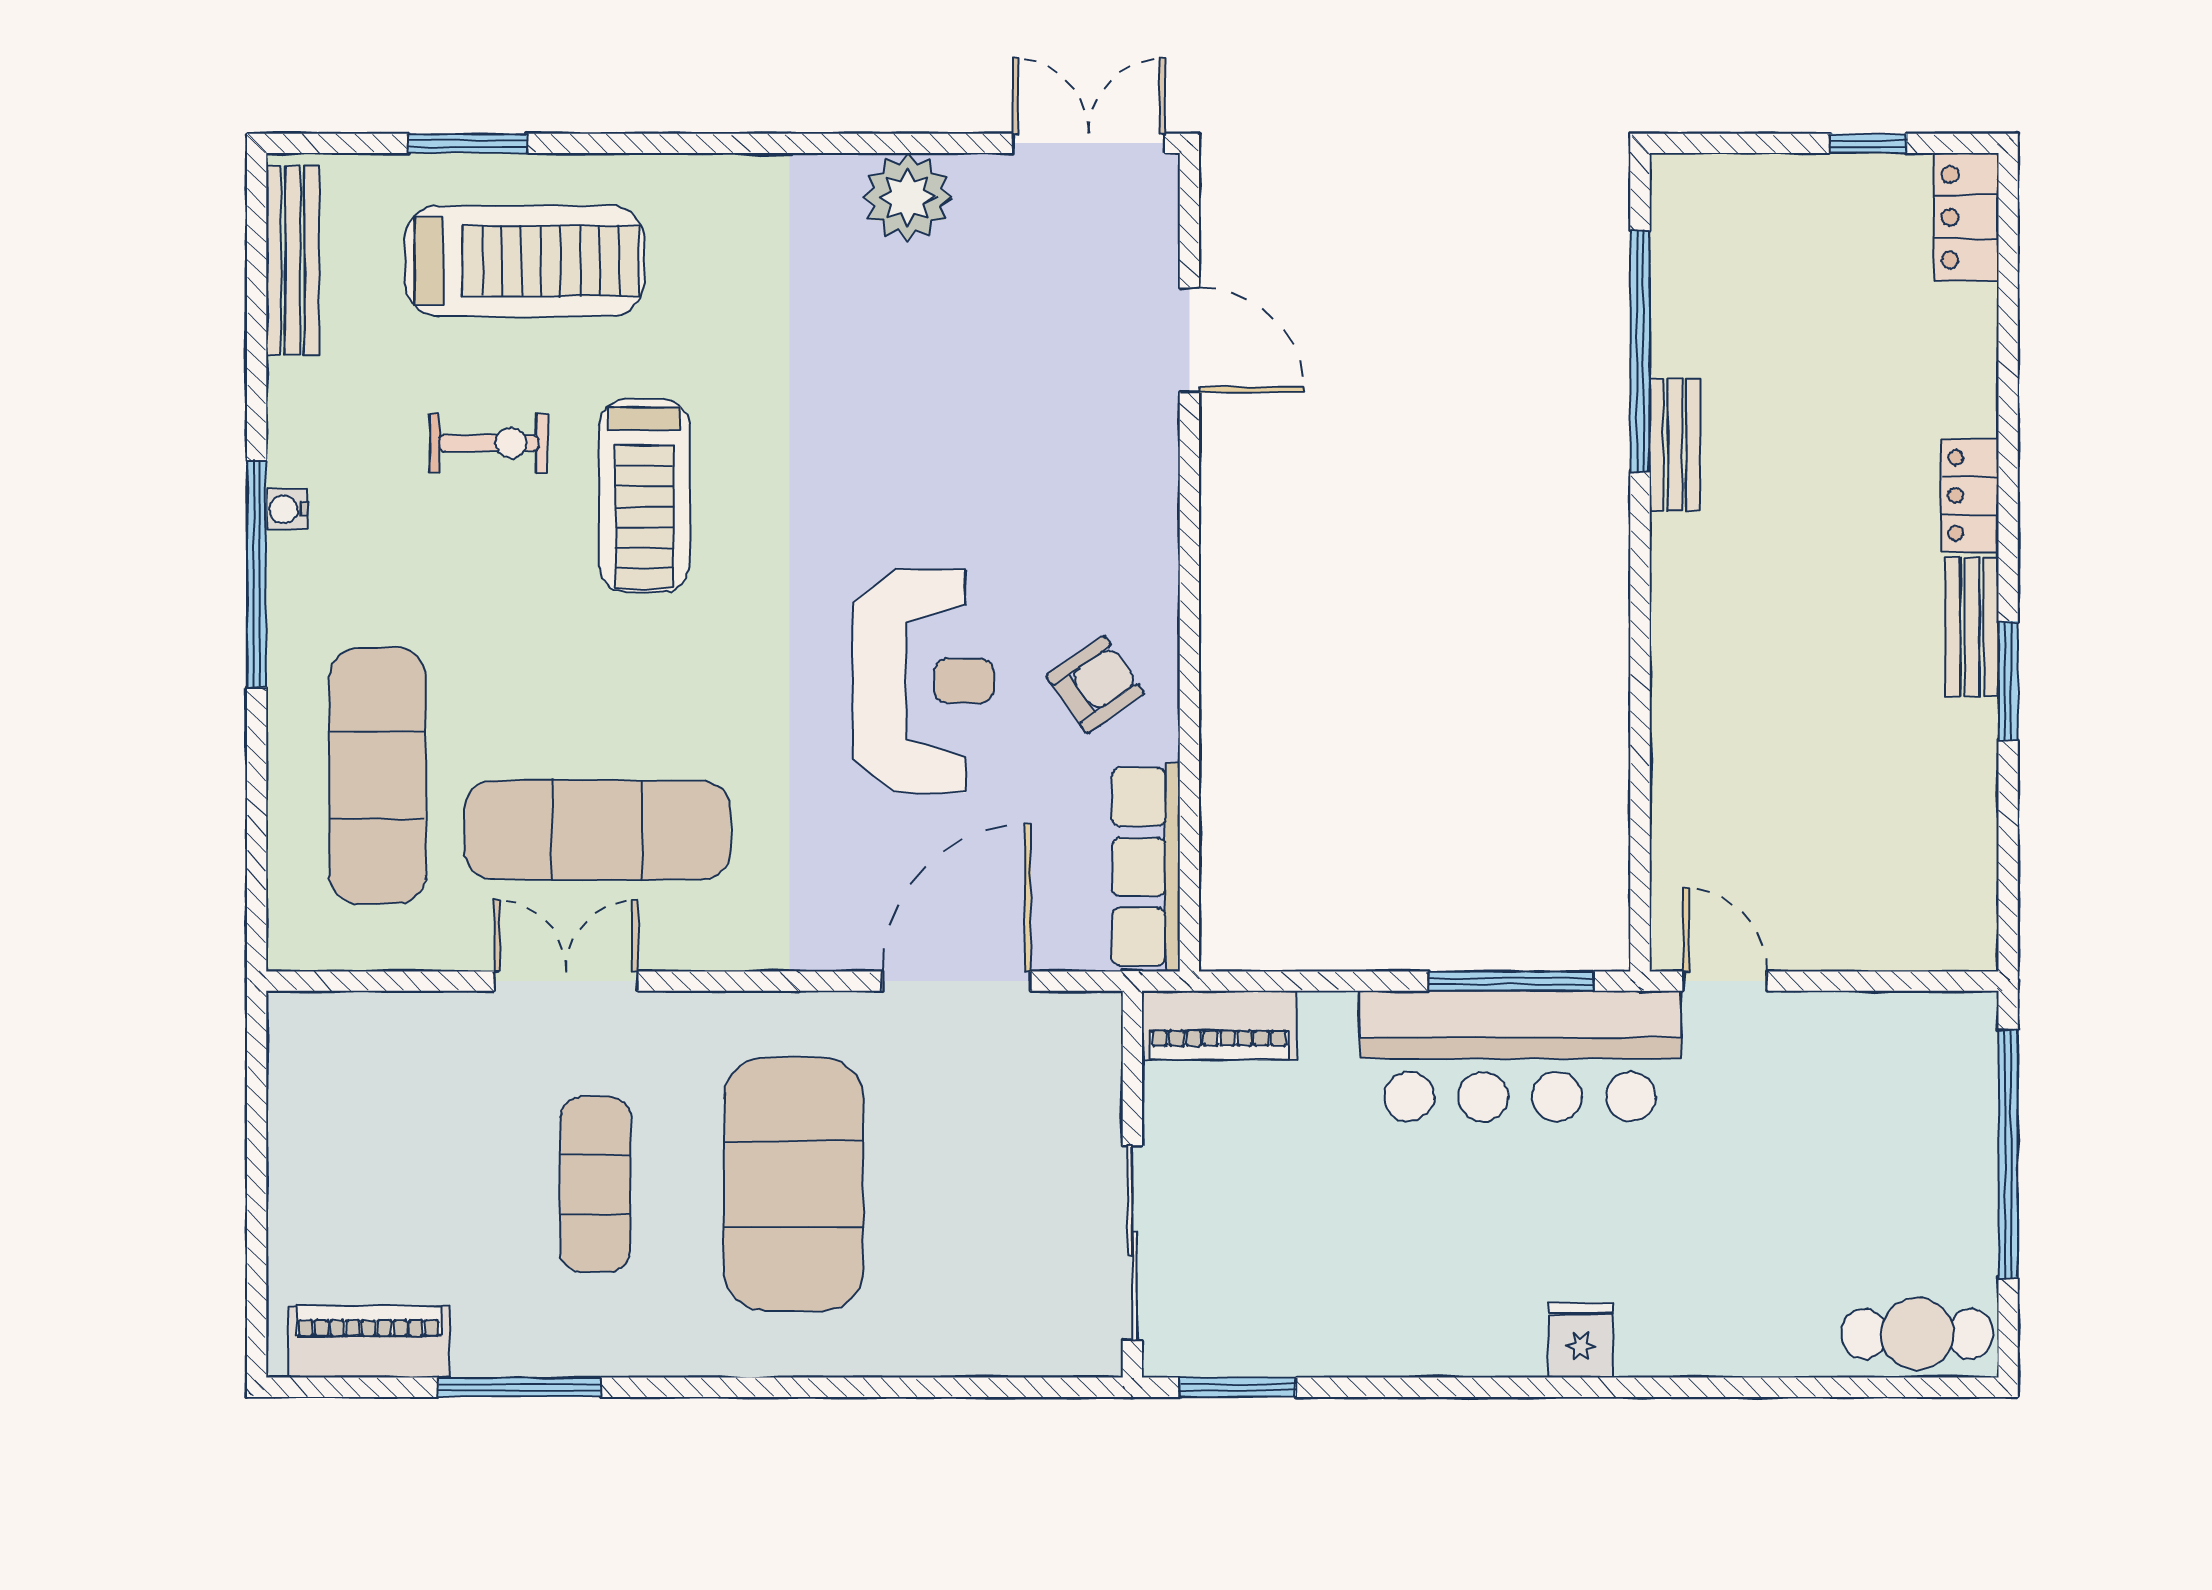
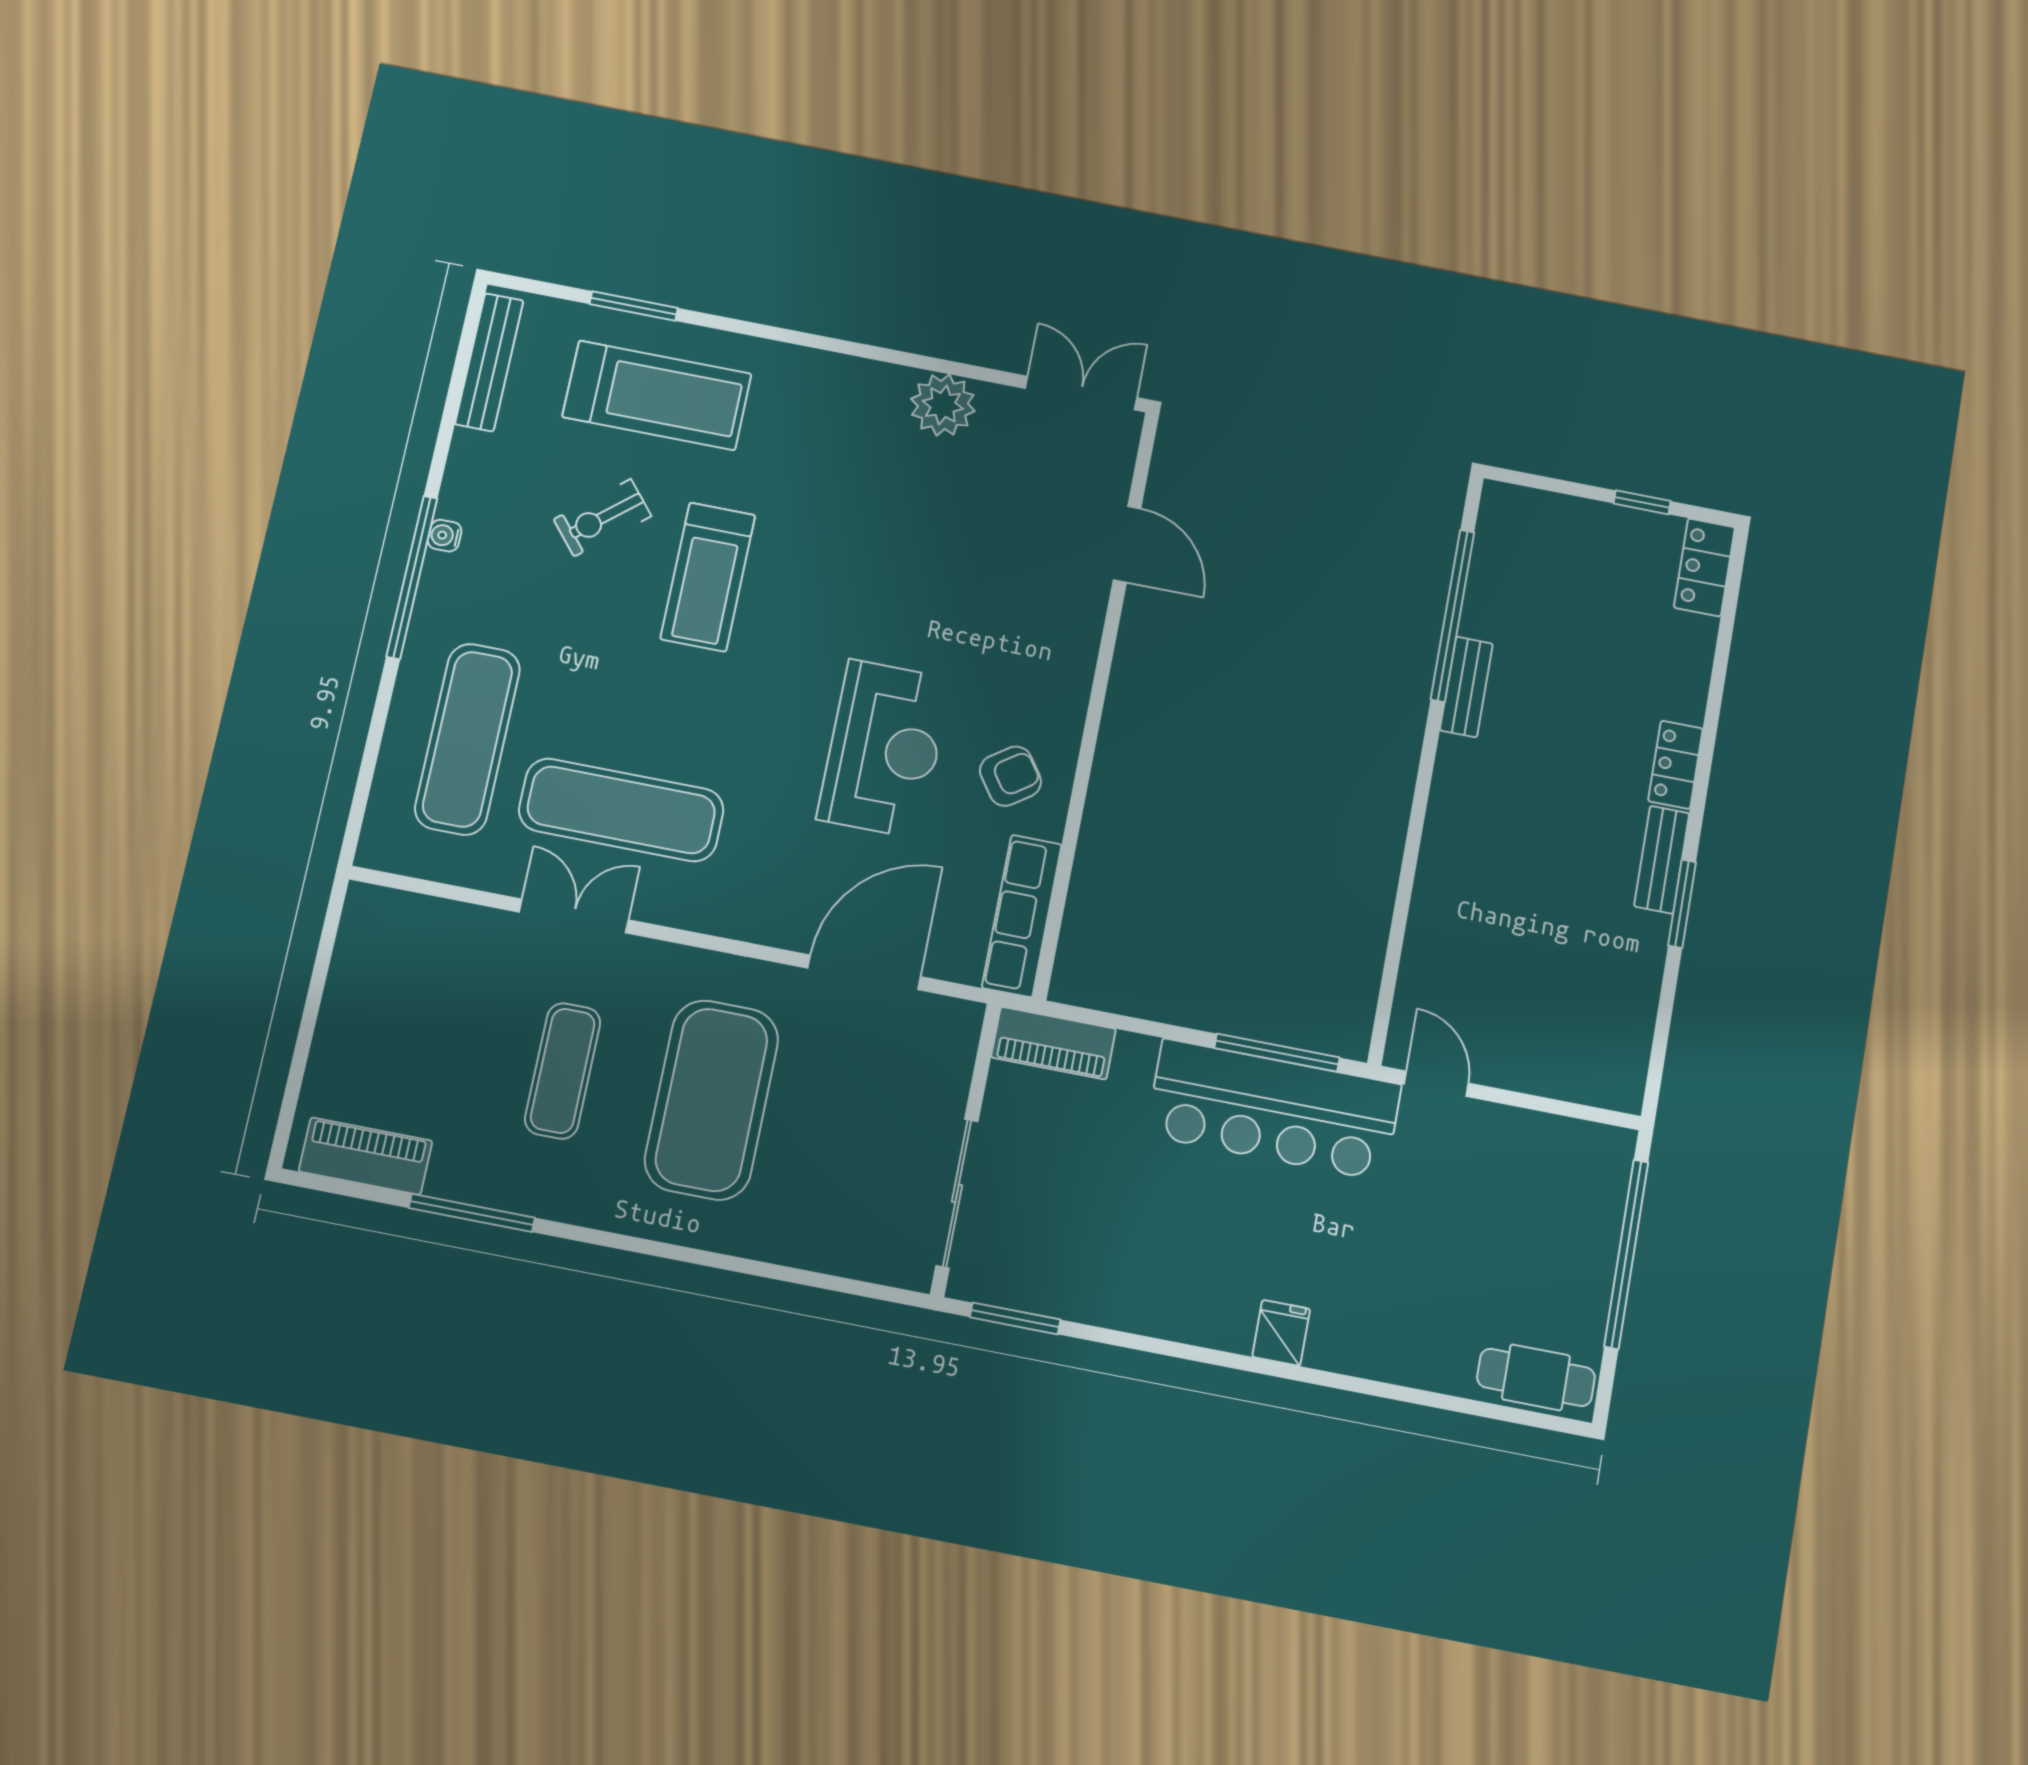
exercise bike: (489, 443) -> (603, 518), turned 140

